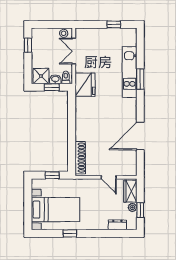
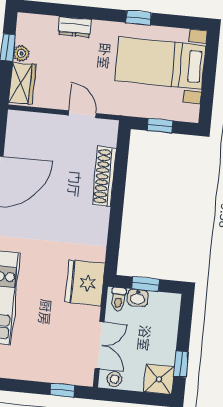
window: (114, 24) -> (62, 390), moved
shower: (41, 76) -> (159, 379), moved
shoe rack: (80, 158) -> (104, 177), moved
door: (109, 177) -> (82, 114), moved
dresser: (117, 225) -> (75, 27), moved

